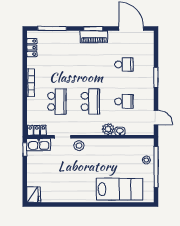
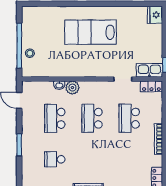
school desk: (124, 101) -> (55, 118), width x1.85
stool: (79, 146) -> (105, 69), removed
lab bench: (120, 189) -> (91, 32), moved

